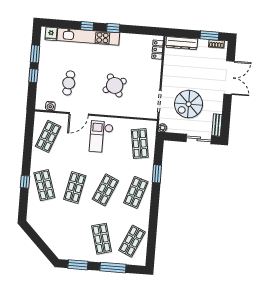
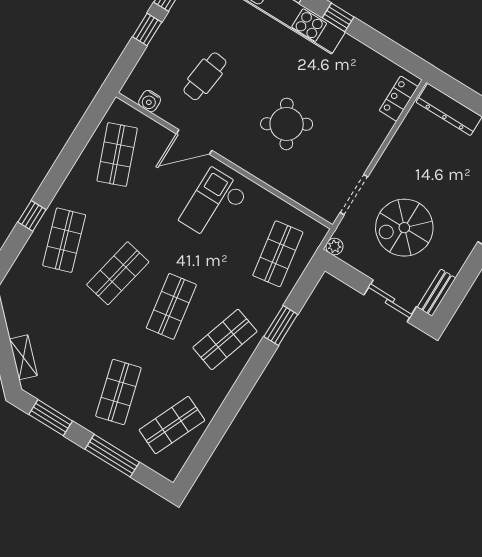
shop shelf: (48, 136) -> (117, 155), turned -42
shop shelf: (105, 190) -> (171, 306), turned -33
shelving: (53, 245) -> (23, 357), added

